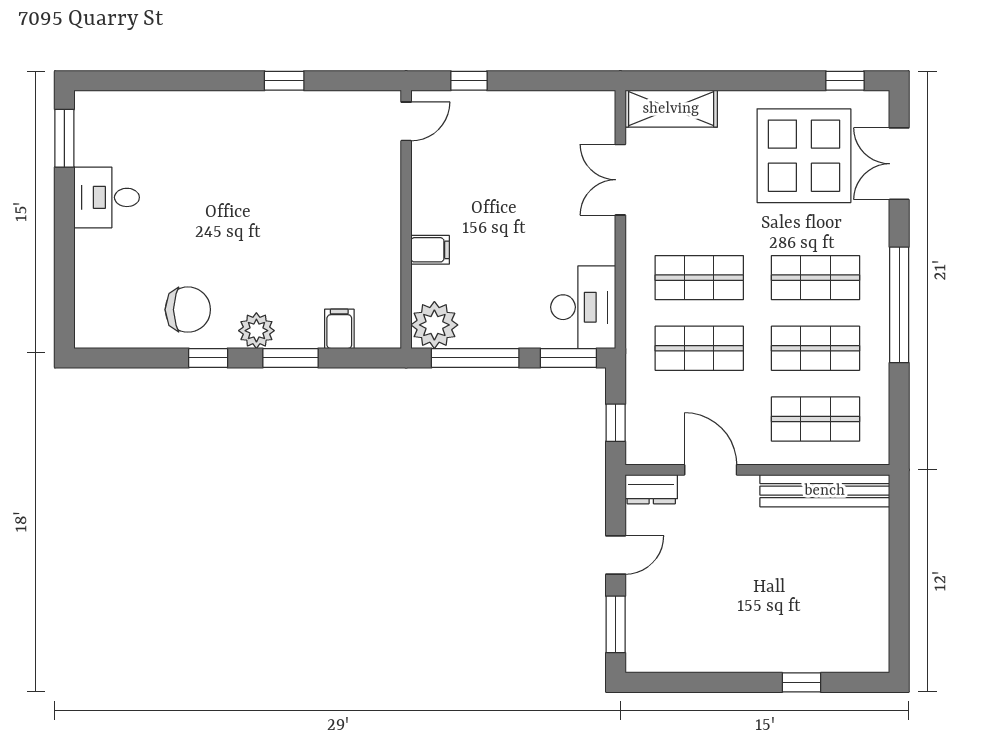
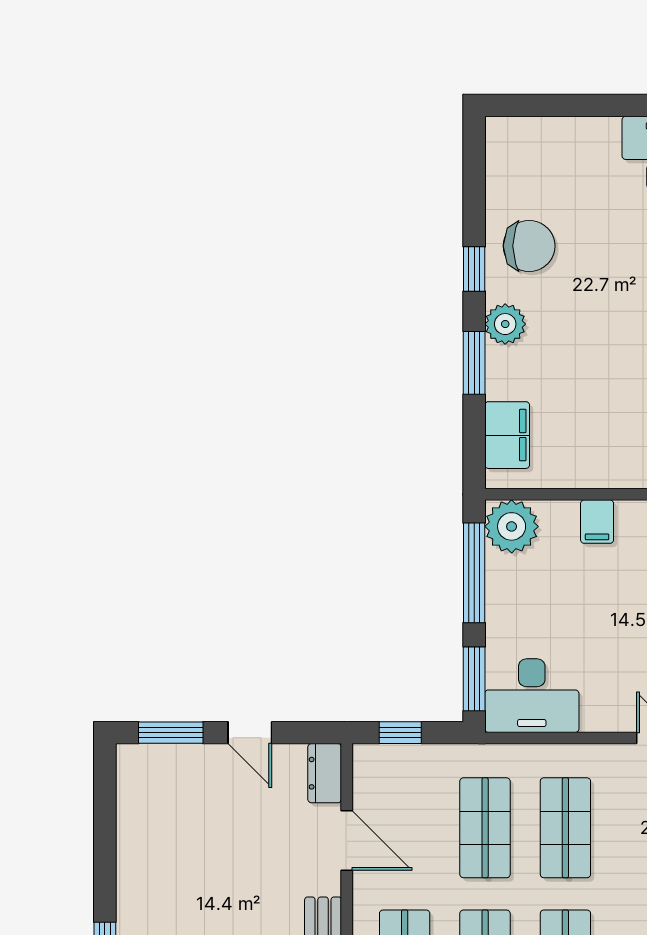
chair: (188, 310) -> (529, 246), turned -90
filing cabinet: (339, 329) -> (507, 435), width x2.00
door: (711, 470) -> (347, 841), hinge flipped

